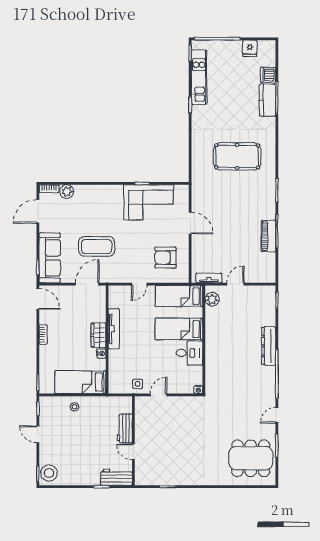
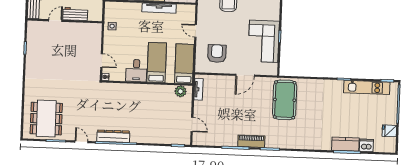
pool table: (237, 156) -> (285, 100), moved
piano: (269, 236) -> (251, 141), moved
door: (235, 284) -> (192, 124), moved
dresser: (269, 346) -> (113, 136), moved
door: (159, 395) -> (102, 61), moved

